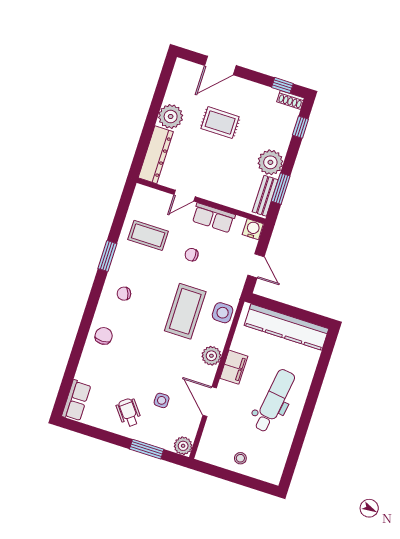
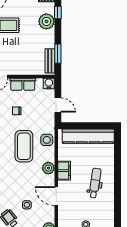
plant: (270, 162) -> (46, 21), moved
dental chair: (274, 401) -> (95, 183), width x0.73, depth x0.72

